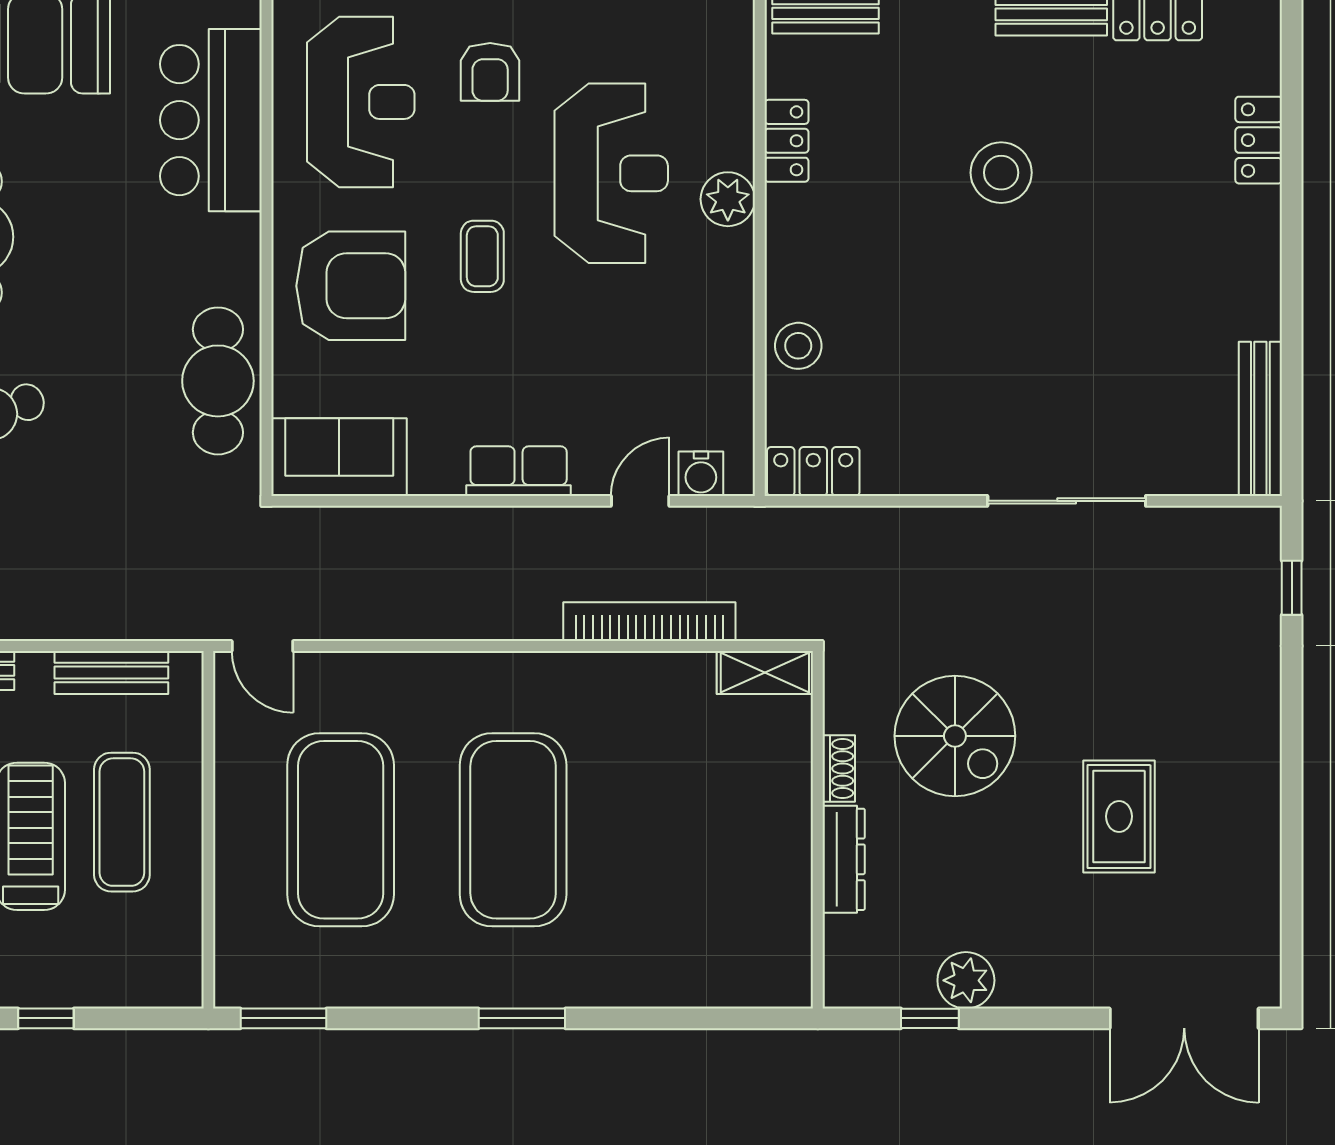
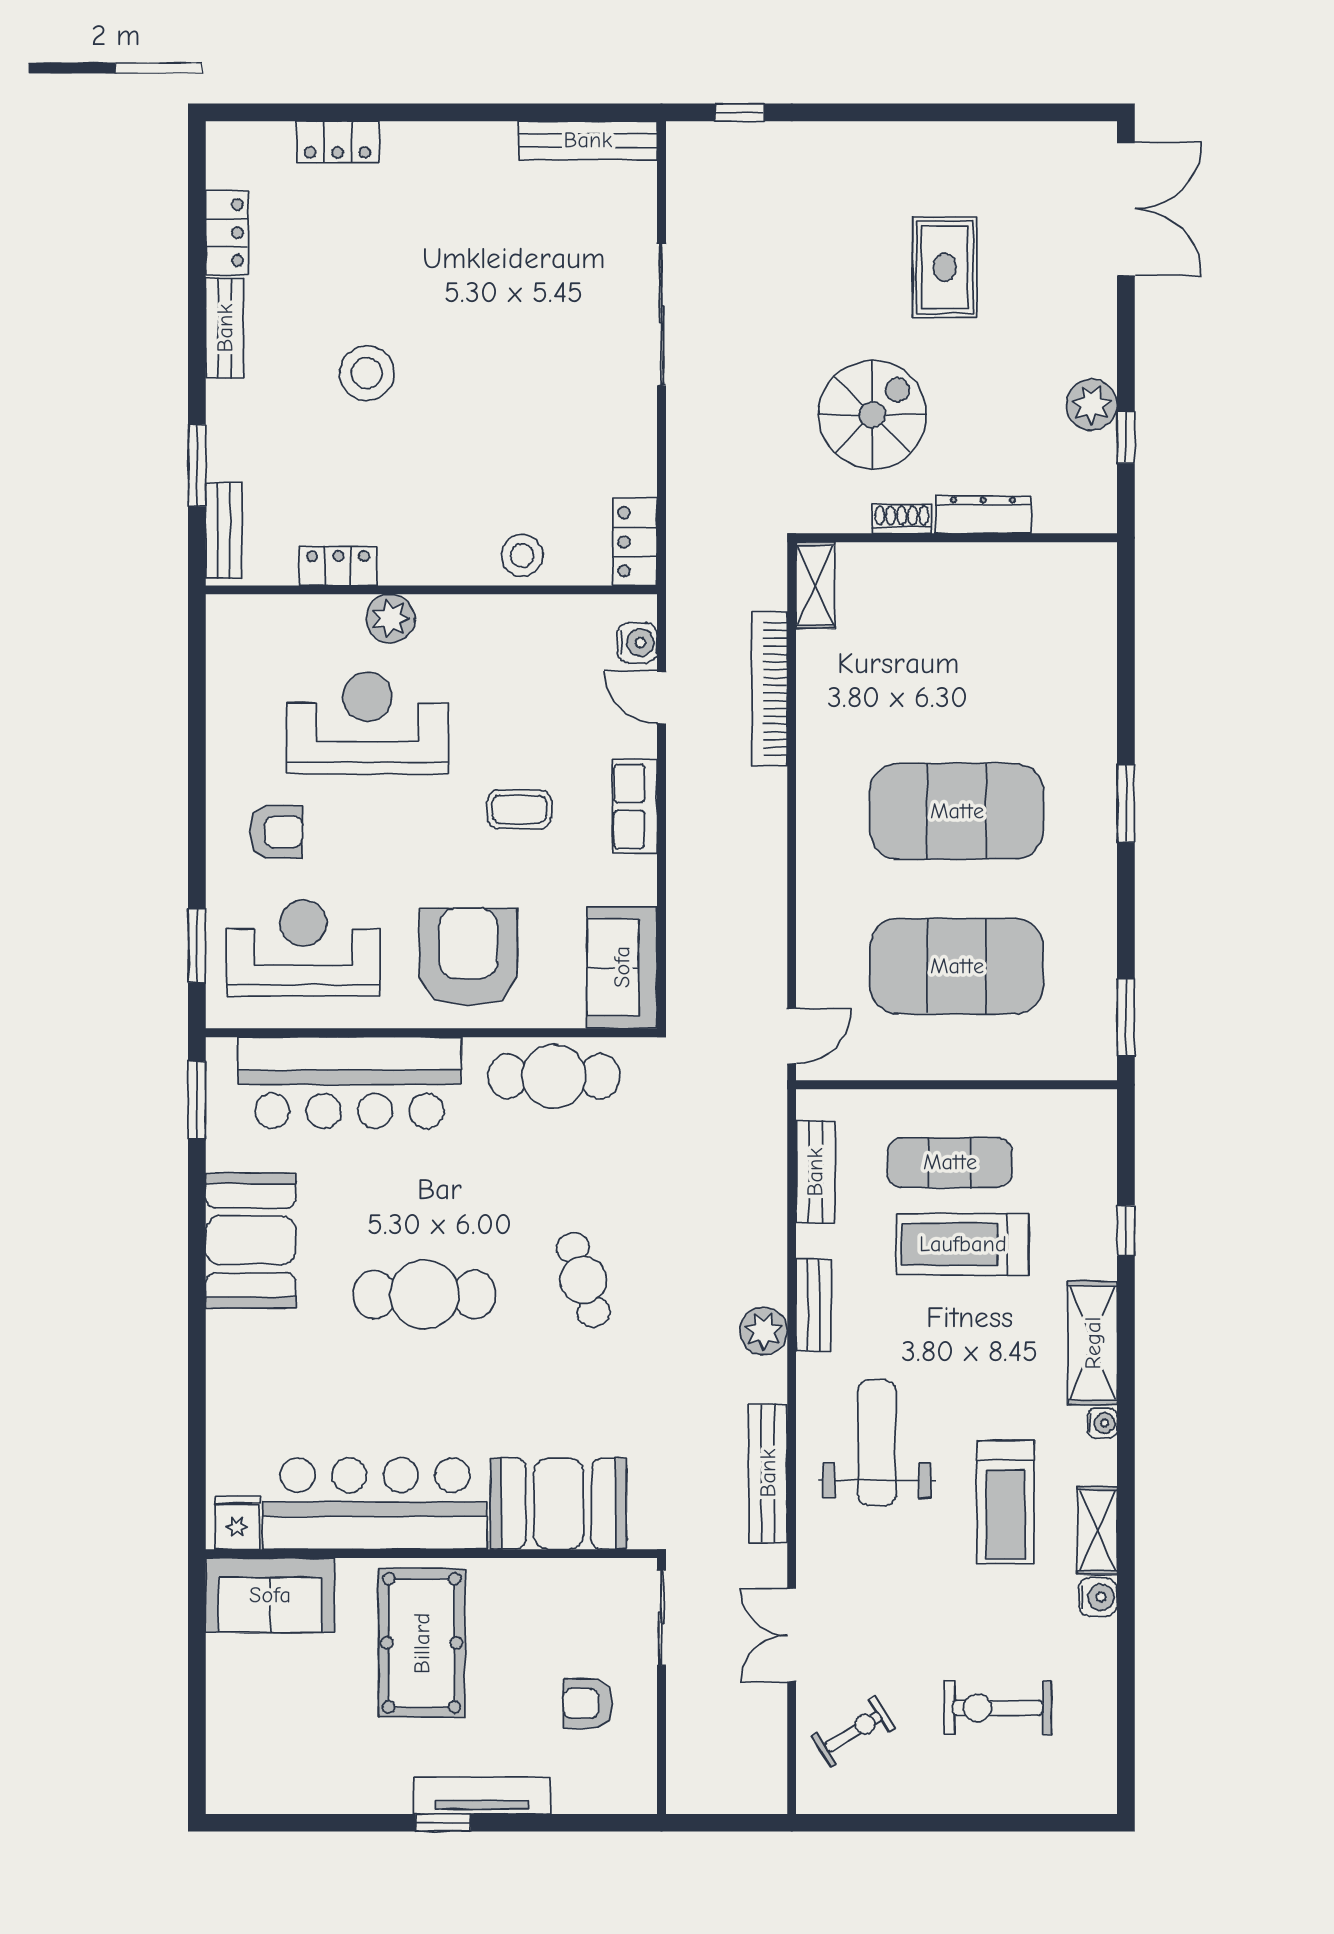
bar counter: (211, 120) -> (349, 1083), width x1.36
coffee table: (482, 256) -> (519, 809), moved
rug: (1119, 816) -> (945, 267), turned 90

